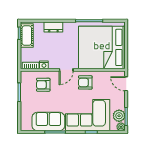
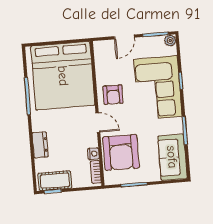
door: (126, 84) -> (124, 37), moved
armchair: (43, 85) -> (121, 152), width x1.88, depth x1.88
plant: (119, 116) -> (155, 44), removed
sofa: (48, 122) -> (172, 157), moved

